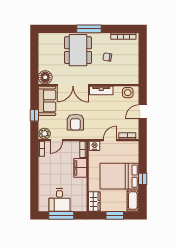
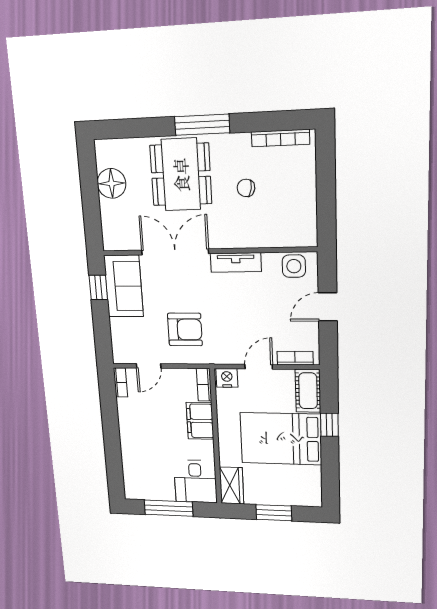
floor lamp: (45, 77) -> (112, 183), moved
double door: (73, 85) -> (175, 252), swing flipped
window: (34, 115) -> (98, 288), moved
armchair: (75, 122) -> (185, 330), turned -90
plant: (45, 134) -> (124, 353), removed
window: (143, 179) -> (329, 425), moved
desk: (59, 200) -> (195, 481), moved
cot: (133, 201) -> (308, 391), moved

